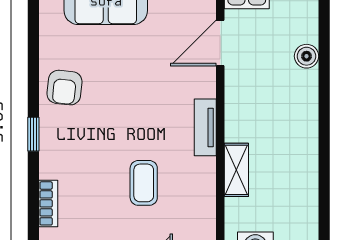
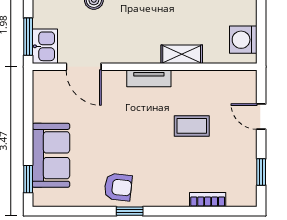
window: (33, 134) -> (130, 211), moved

